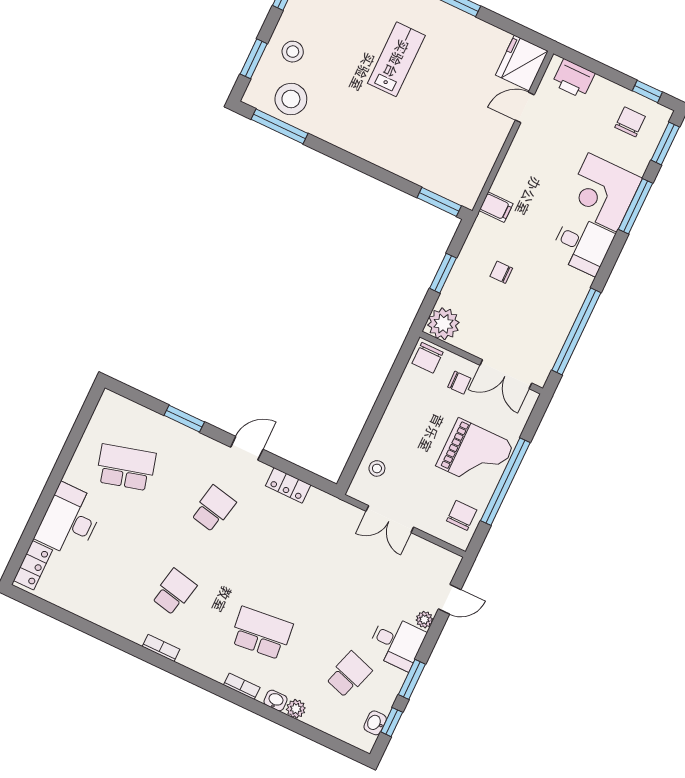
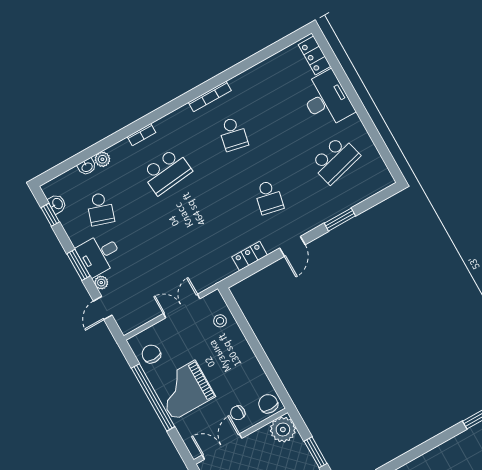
chair: (462, 515) -> (151, 354), turned 180
bookcase: (161, 648) -> (210, 96), width x1.56
window: (412, 679) -> (78, 265), moved
washbasin: (275, 700) -> (87, 167), moved

